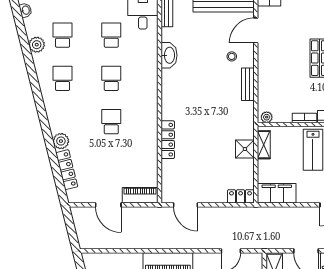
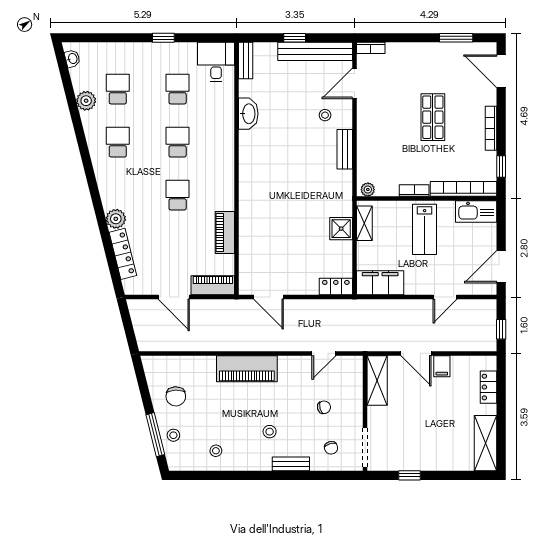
locker: (168, 140) -> (247, 217), removed
piano: (150, 152) -> (225, 232), added

